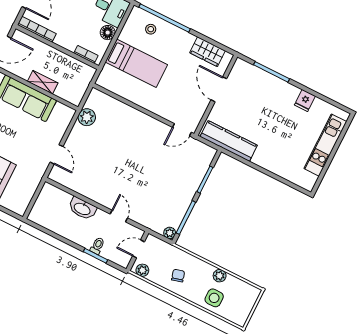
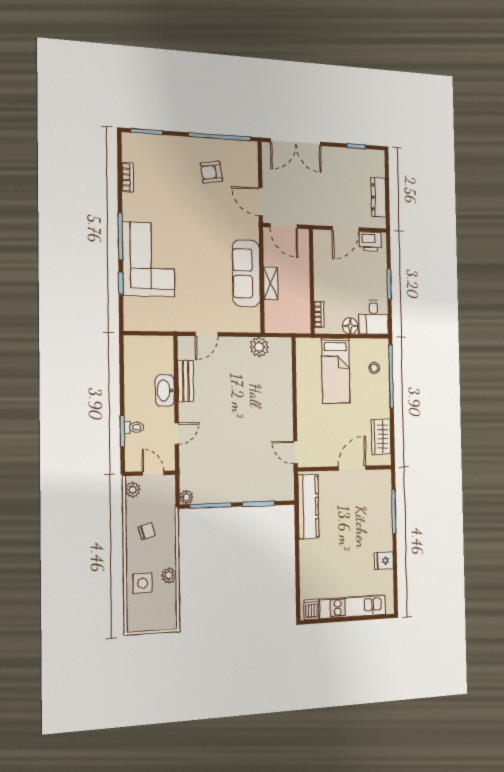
bookcase: (37, 29) -> (318, 252), removed
dishwasher: (308, 180) -> (311, 609), added
bench: (83, 189) -> (186, 381), added

